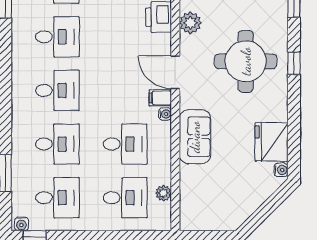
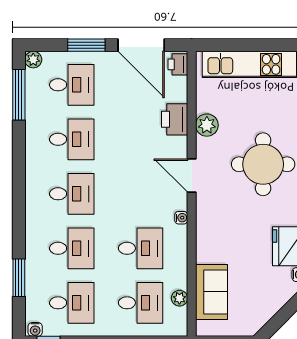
filing cabinet: (160, 98) -> (176, 201), removed
sofa: (195, 137) -> (212, 292), moved

